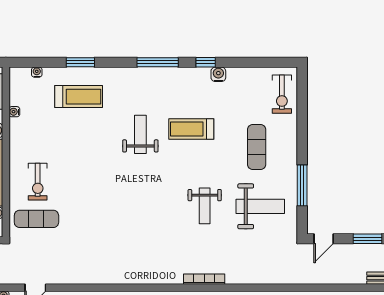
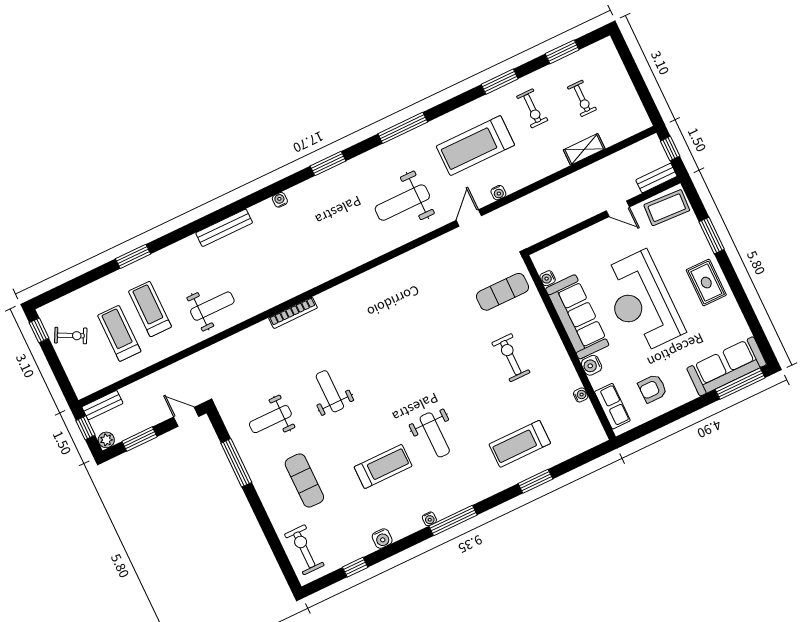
window: (206, 62) -> (355, 567), moved
water cooler: (37, 72) -> (429, 519), moved
exercise bike: (38, 182) -> (511, 358), moved
weight bench: (260, 206) -> (270, 419), width x0.73, depth x0.75
door: (324, 239) -> (186, 417), hinge flipped

